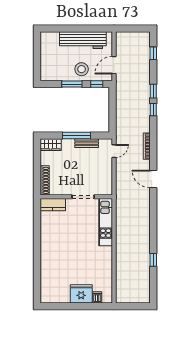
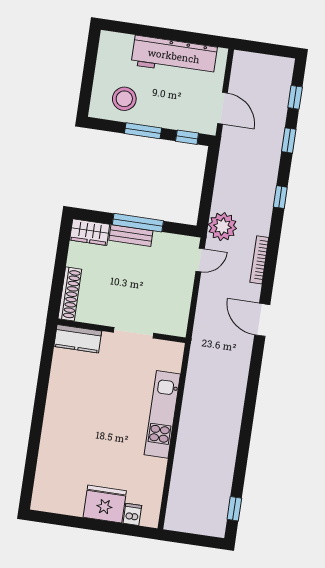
door: (114, 65) -> (222, 108), swing flipped
stool: (82, 69) -> (124, 99), moved
window: (153, 91) -> (289, 140), moved
plant: (124, 131) -> (222, 227), added
bench: (87, 143) -> (131, 235), moved
kitchen unit: (106, 222) -> (162, 414), moved
window: (153, 260) -> (234, 509), moved

